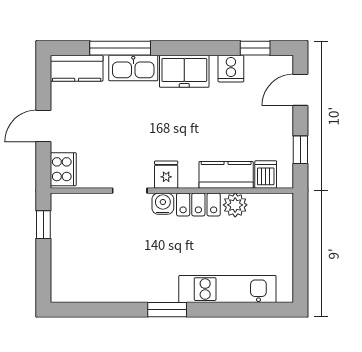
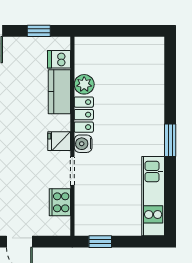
cooker: (63, 169) -> (60, 202), moved, turned -90
kitchen unit: (227, 289) -> (153, 196), moved

